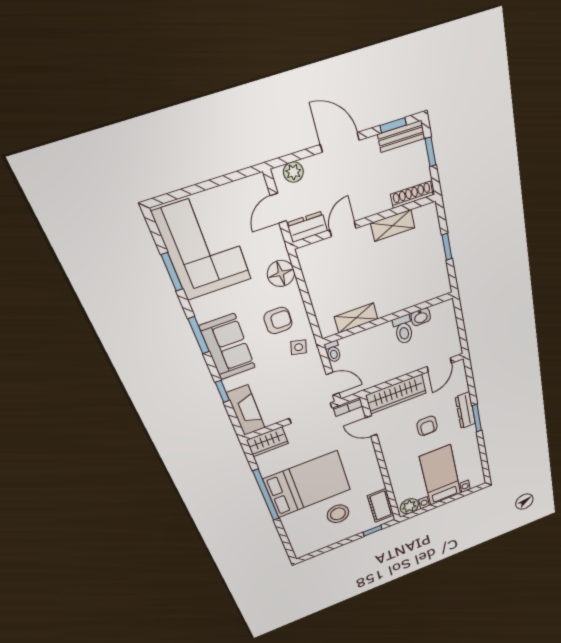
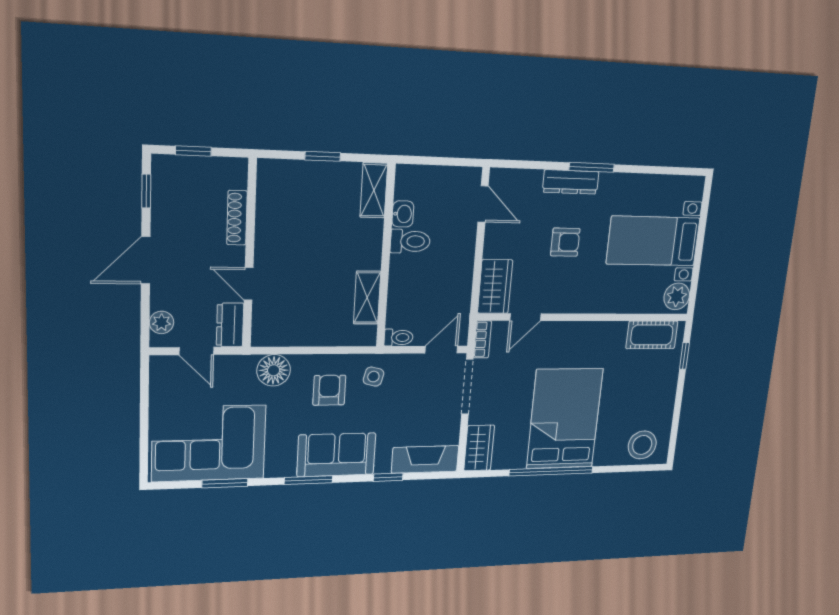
bench: (401, 136) -> (163, 184), removed
shoe rack: (412, 195) -> (237, 218), moved
shelving: (393, 226) -> (374, 190), moved
wardrobe: (396, 394) -> (495, 287), width x0.67
stool: (338, 514) -> (642, 445), moved

